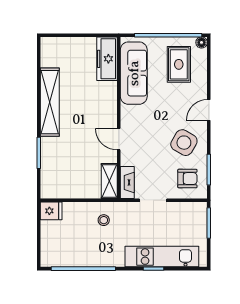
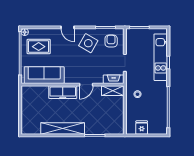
freezer: (107, 59) -> (63, 92), moved
fridge: (51, 211) -> (142, 128), moved

